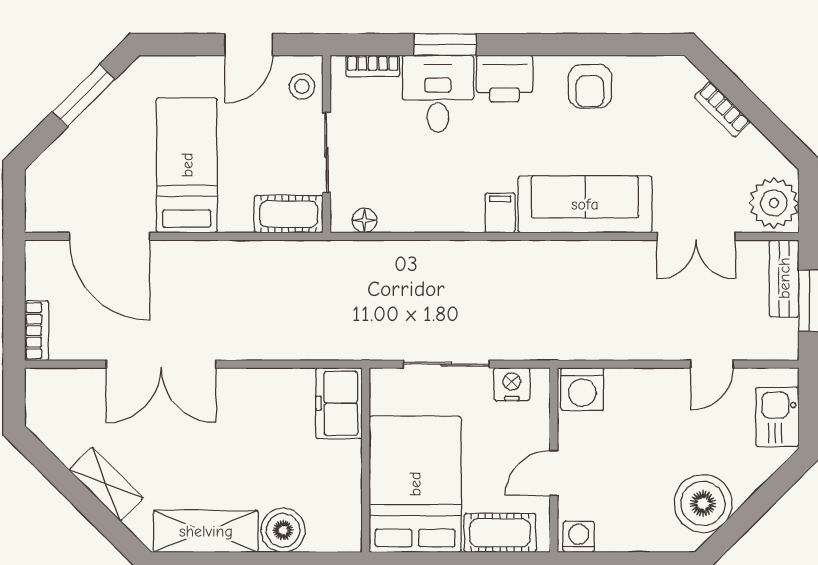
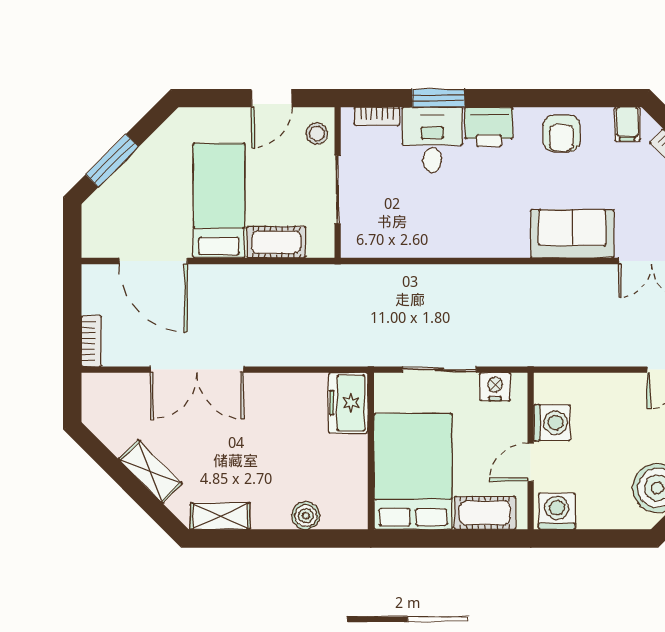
window: (84, 95) -> (112, 161), moved
sofa: (585, 204) -> (572, 234), width x0.73
filing cabinet: (500, 213) -> (627, 124), moved, turned 180
cot: (289, 214) -> (276, 242), moved
floor lamp: (365, 220) -> (370, 247), removed
washing machine: (582, 389) -> (552, 423), moved, turned -90
boiler: (283, 530) -> (306, 516), width x0.73, depth x0.73
shelving: (206, 531) -> (220, 516), width x0.67, depth x0.75
washing machine: (579, 537) -> (557, 511), width x1.38, depth x1.38

